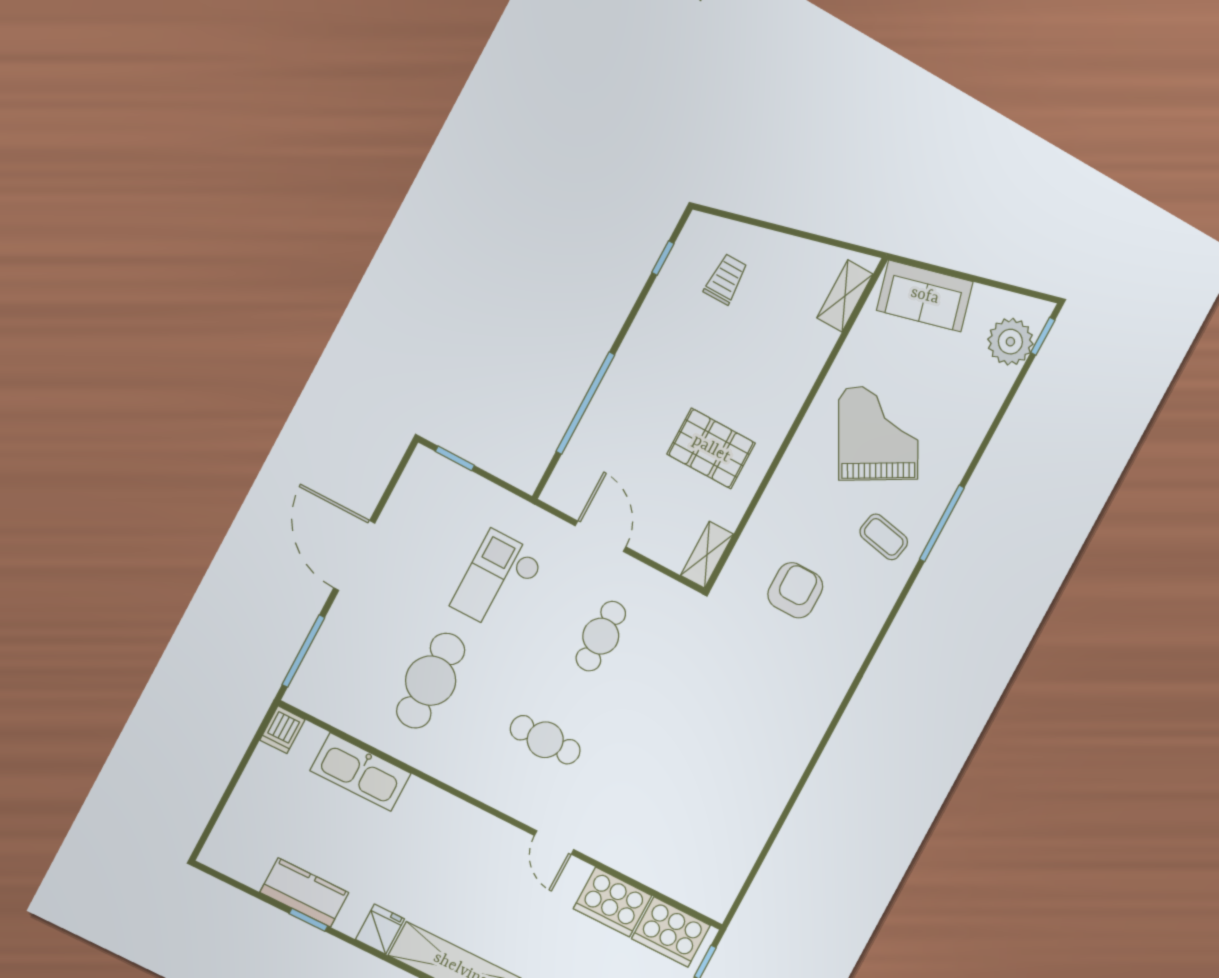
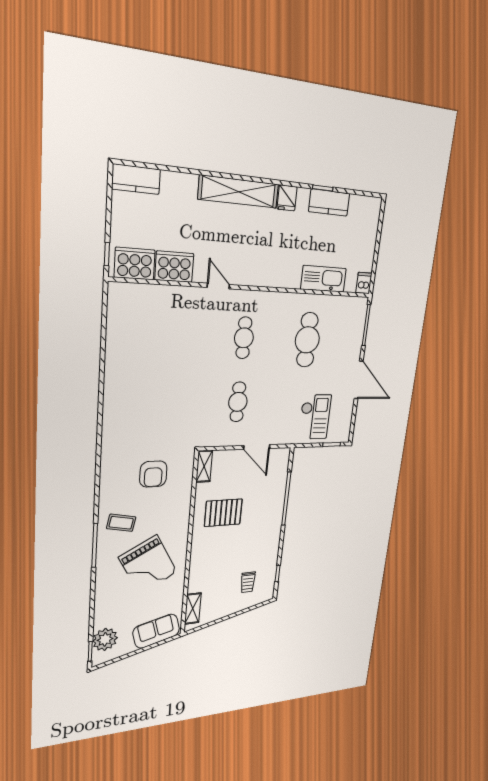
checkout: (497, 581) -> (315, 417), moved
cafe table: (545, 740) -> (244, 338), turned 90

